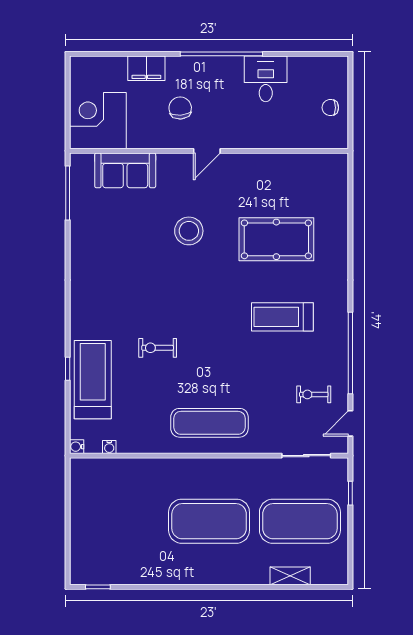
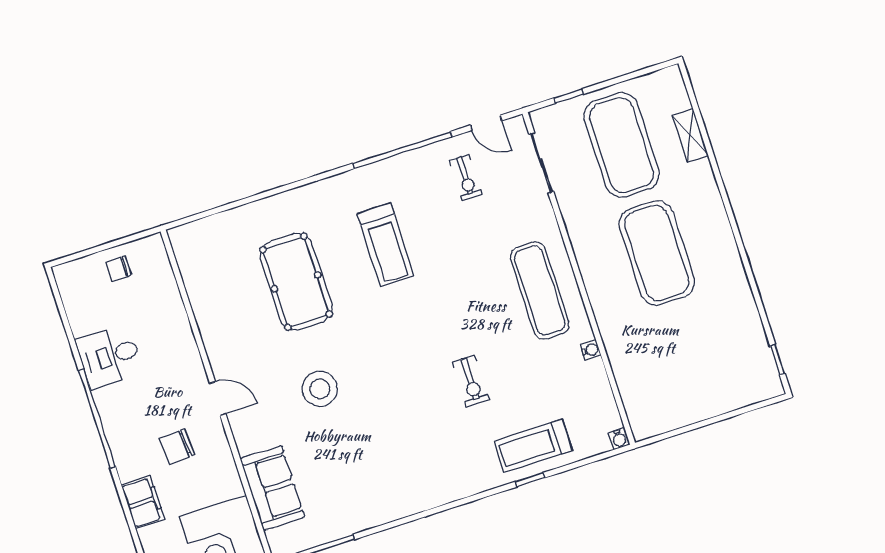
chair: (330, 108) -> (119, 269), turned 90
treadmill: (93, 380) -> (533, 446), width x0.73, depth x0.73
water cooler: (109, 447) -> (591, 350), moved

